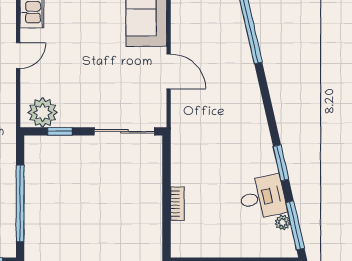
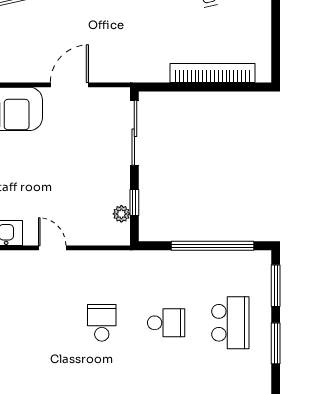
plant: (43, 113) -> (121, 214), width x0.53, depth x0.53
bookcase: (177, 203) -> (213, 73), width x2.31, depth x1.31

